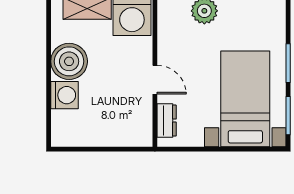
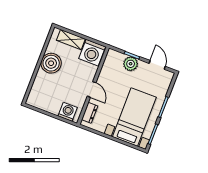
washing machine: (65, 95) -> (68, 112), moved, turned -90

